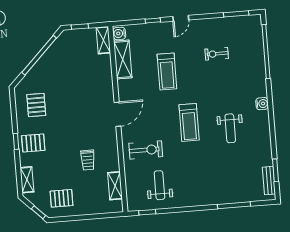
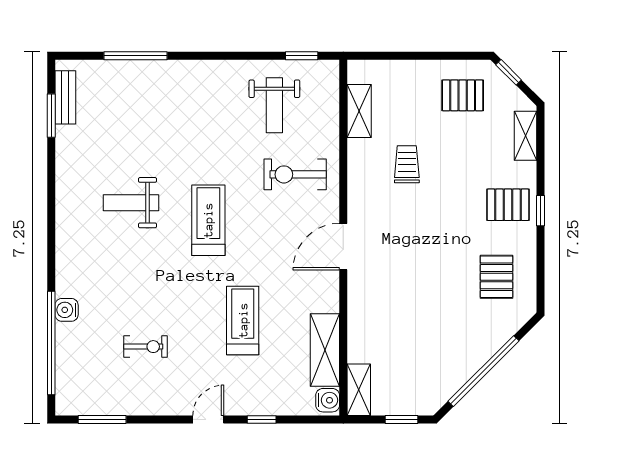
water cooler: (262, 104) -> (67, 310), moved
weight bench: (230, 128) -> (131, 203), turned -90

